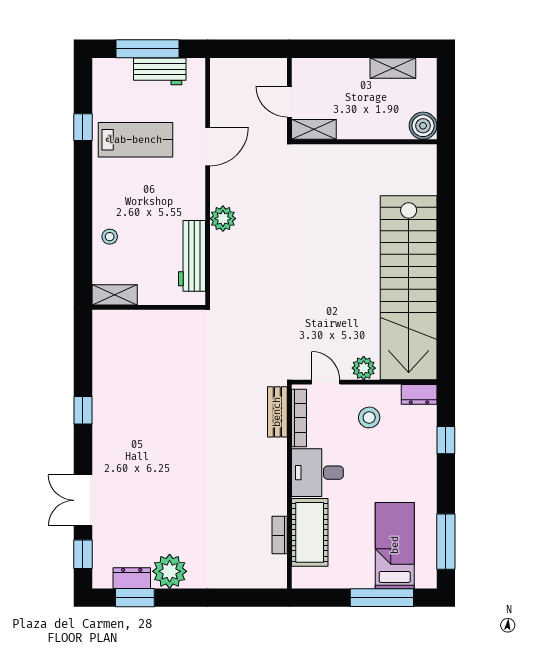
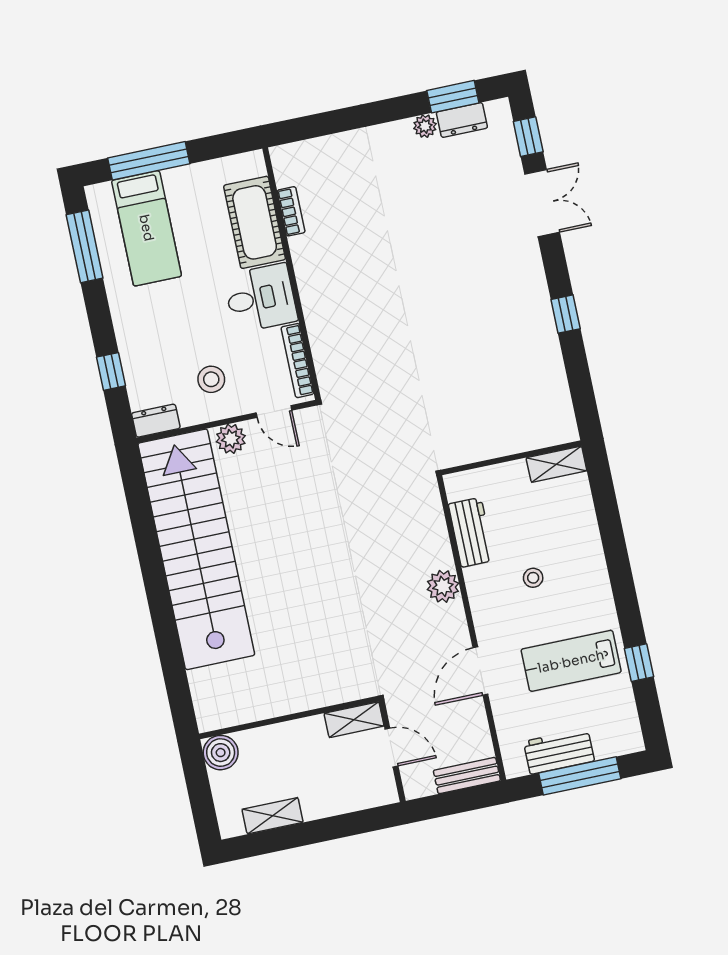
stool: (110, 237) -> (533, 578), moved
workbench: (192, 256) -> (471, 532), width x0.73
bench: (277, 412) -> (467, 776), moved, turned 90
plant: (170, 571) -> (425, 126), width x0.53, depth x0.53

